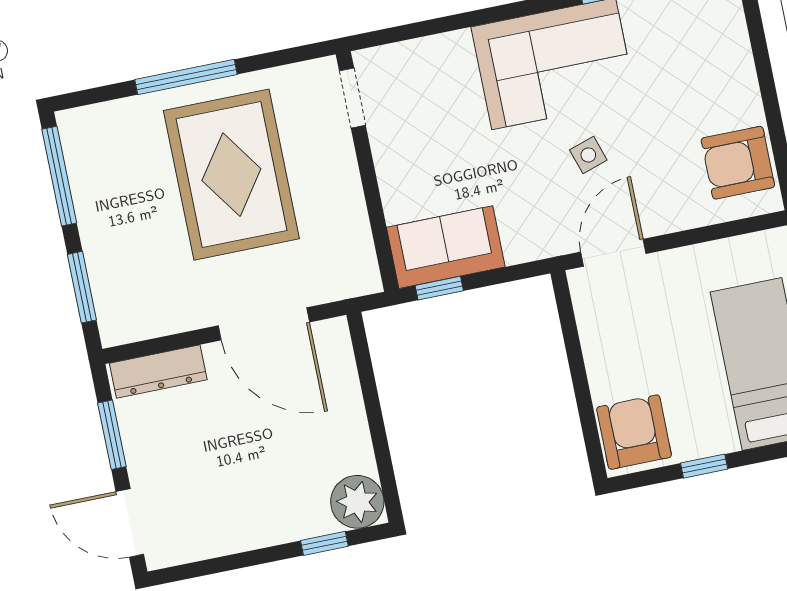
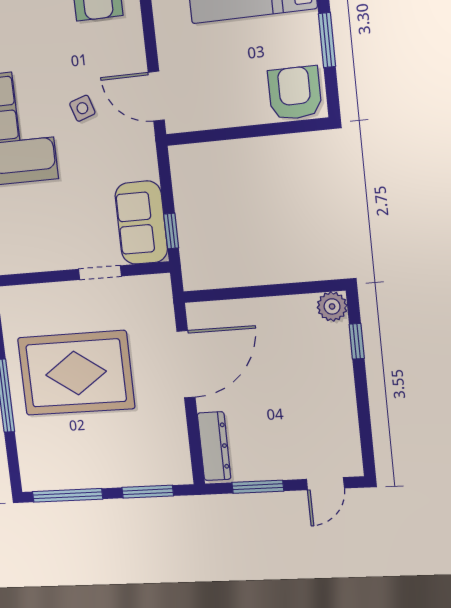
doorway: (352, 98) -> (100, 273), moved
armchair: (634, 432) -> (295, 93), turned 90
window: (704, 466) -> (327, 40), width x1.50
plant: (357, 502) -> (332, 306), width x0.73, depth x0.73
door: (130, 523) -> (325, 484), width x0.73

